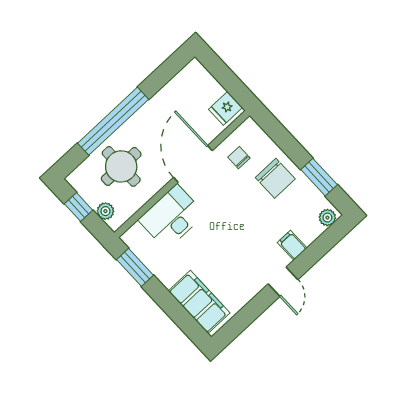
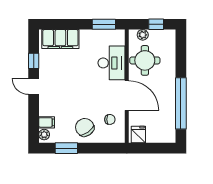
window: (113, 121) -> (181, 103), moved
round table: (121, 166) -> (145, 60), moved
chair: (275, 178) -> (85, 127), turned 55
filing cabinet: (292, 245) -> (47, 122), moved
window: (254, 309) -> (34, 61), added

